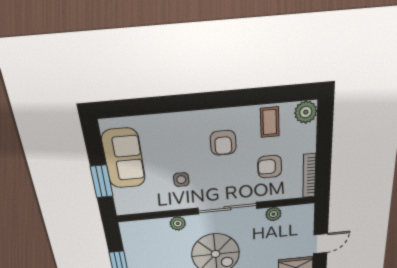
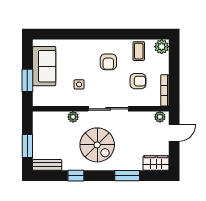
armchair: (270, 167) -> (138, 81), turned 180
plant: (273, 214) -> (160, 117), moved
door: (320, 244) -> (174, 133), moved

